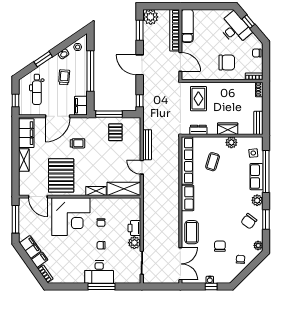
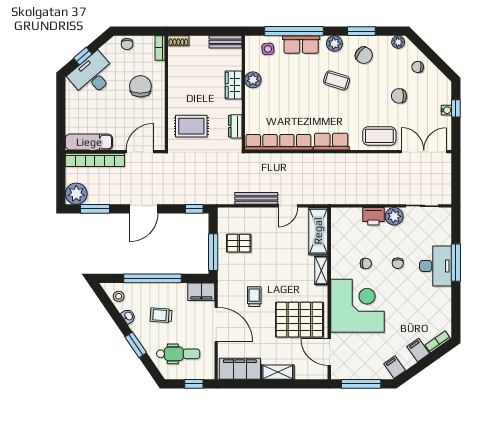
coffee table: (213, 162) -> (337, 80), moved
door: (38, 197) -> (329, 352), swing flipped
filing cabinet: (30, 247) -> (395, 367), width x0.50

